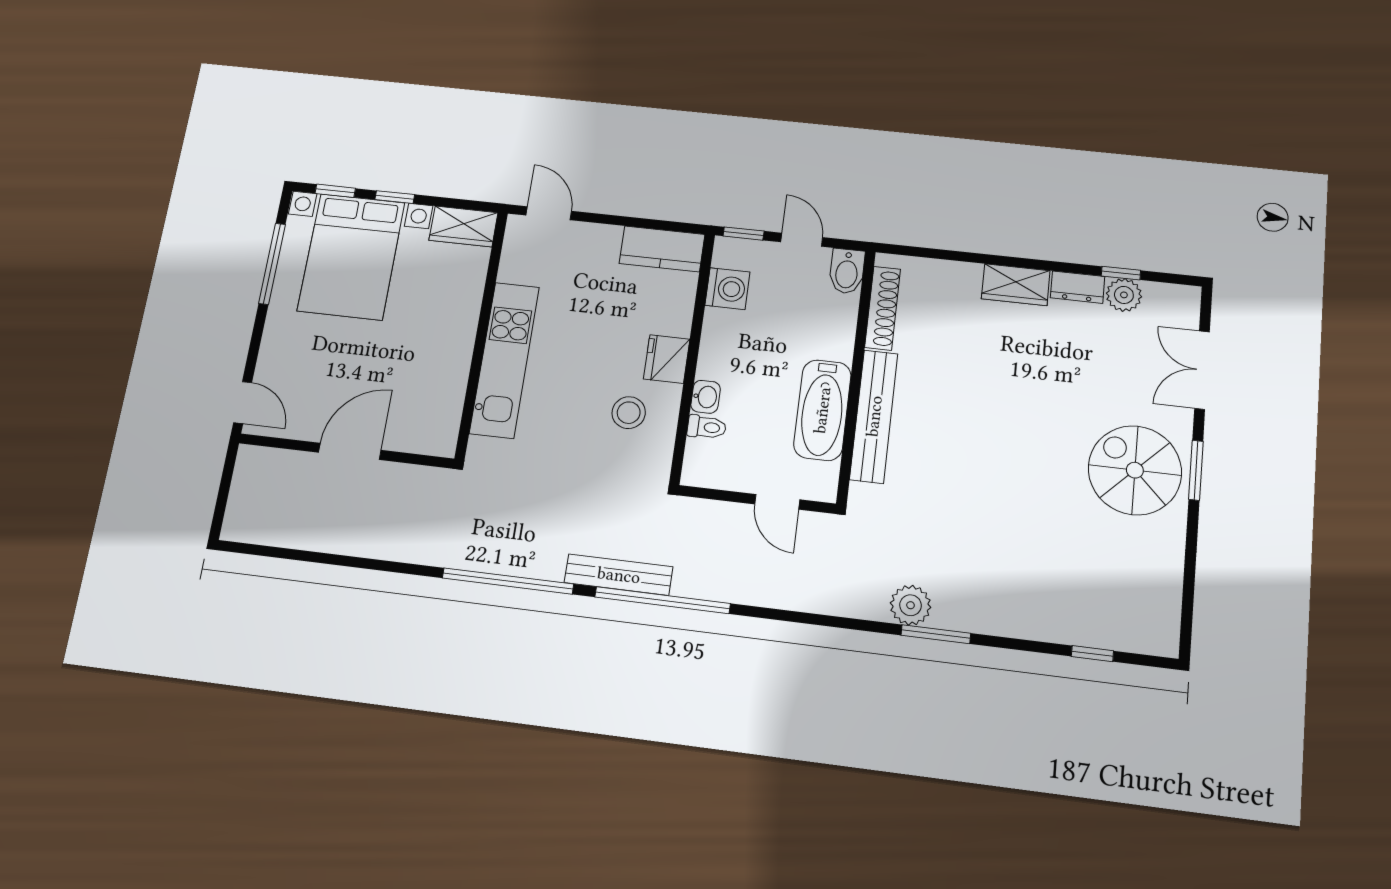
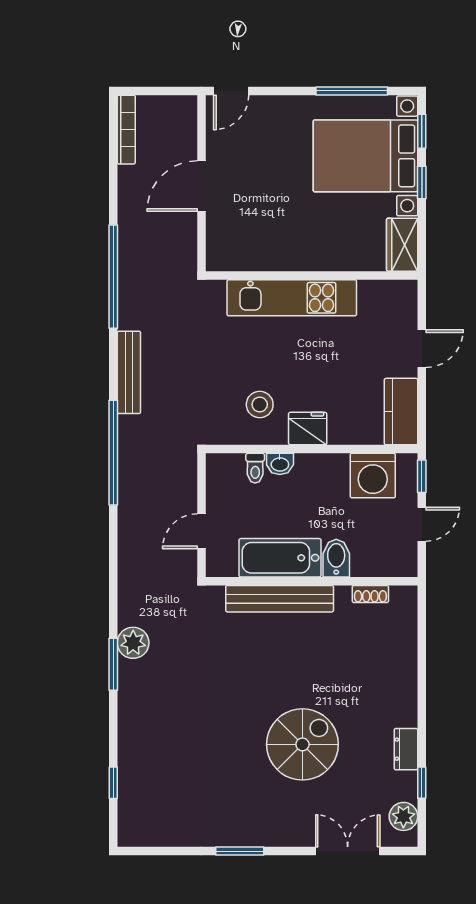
door: (549, 213) -> (422, 349), moved
bidet: (847, 271) -> (336, 558), moved, turned 90
wardrobe: (1016, 285) -> (402, 700), removed
washing machine: (727, 289) -> (373, 476), width x1.37, depth x1.37
plant: (1124, 295) -> (403, 816), moved
shoe rack: (883, 308) -> (370, 594), width x0.51, depth x0.81
door: (350, 451) -> (201, 186), swing flipped
spiral stairs: (1135, 470) -> (302, 744), moved
window: (1196, 470) -> (240, 851), moved
bookcase: (263, 534) -> (126, 130), added
bench: (619, 575) -> (129, 372), moved
window: (508, 581) -> (113, 277), moved

